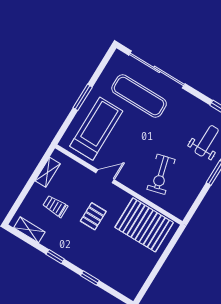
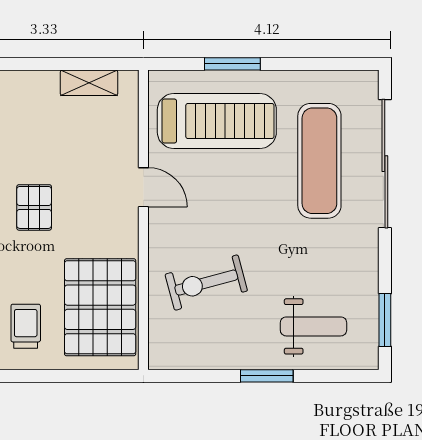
window: (83, 97) -> (232, 64), moved
trolley: (55, 206) -> (26, 326), moved
pallet: (93, 216) -> (34, 207), moved, turned 90

